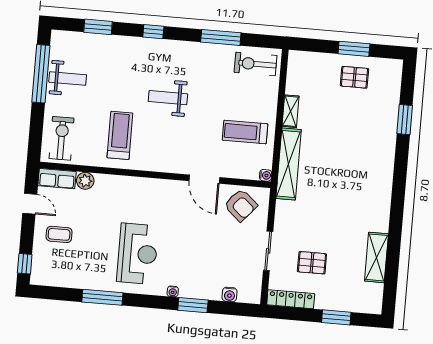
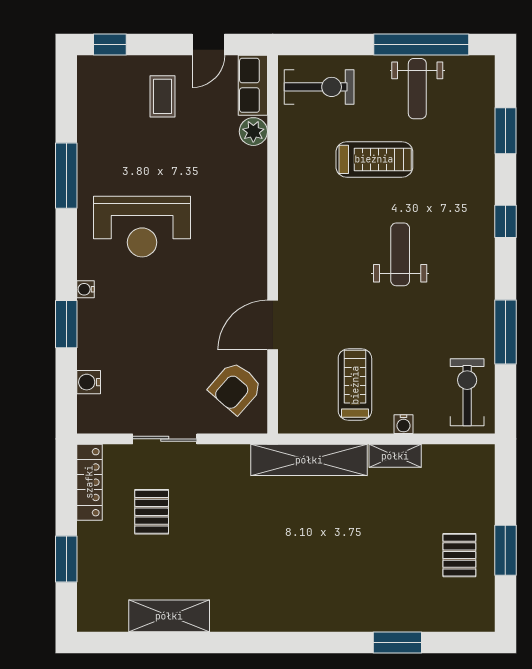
treadmill: (120, 135) -> (374, 159), moved
water cooler: (266, 175) -> (404, 424), moved

